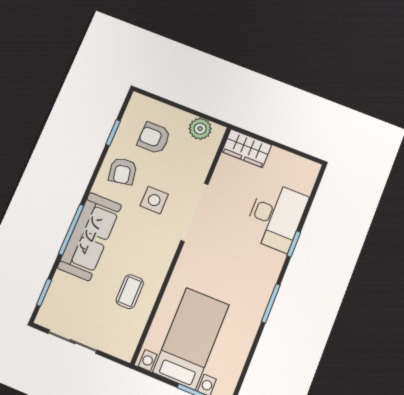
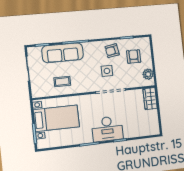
desk: (276, 216) -> (107, 129), moved
sofa: (90, 236) -> (63, 53), moved

